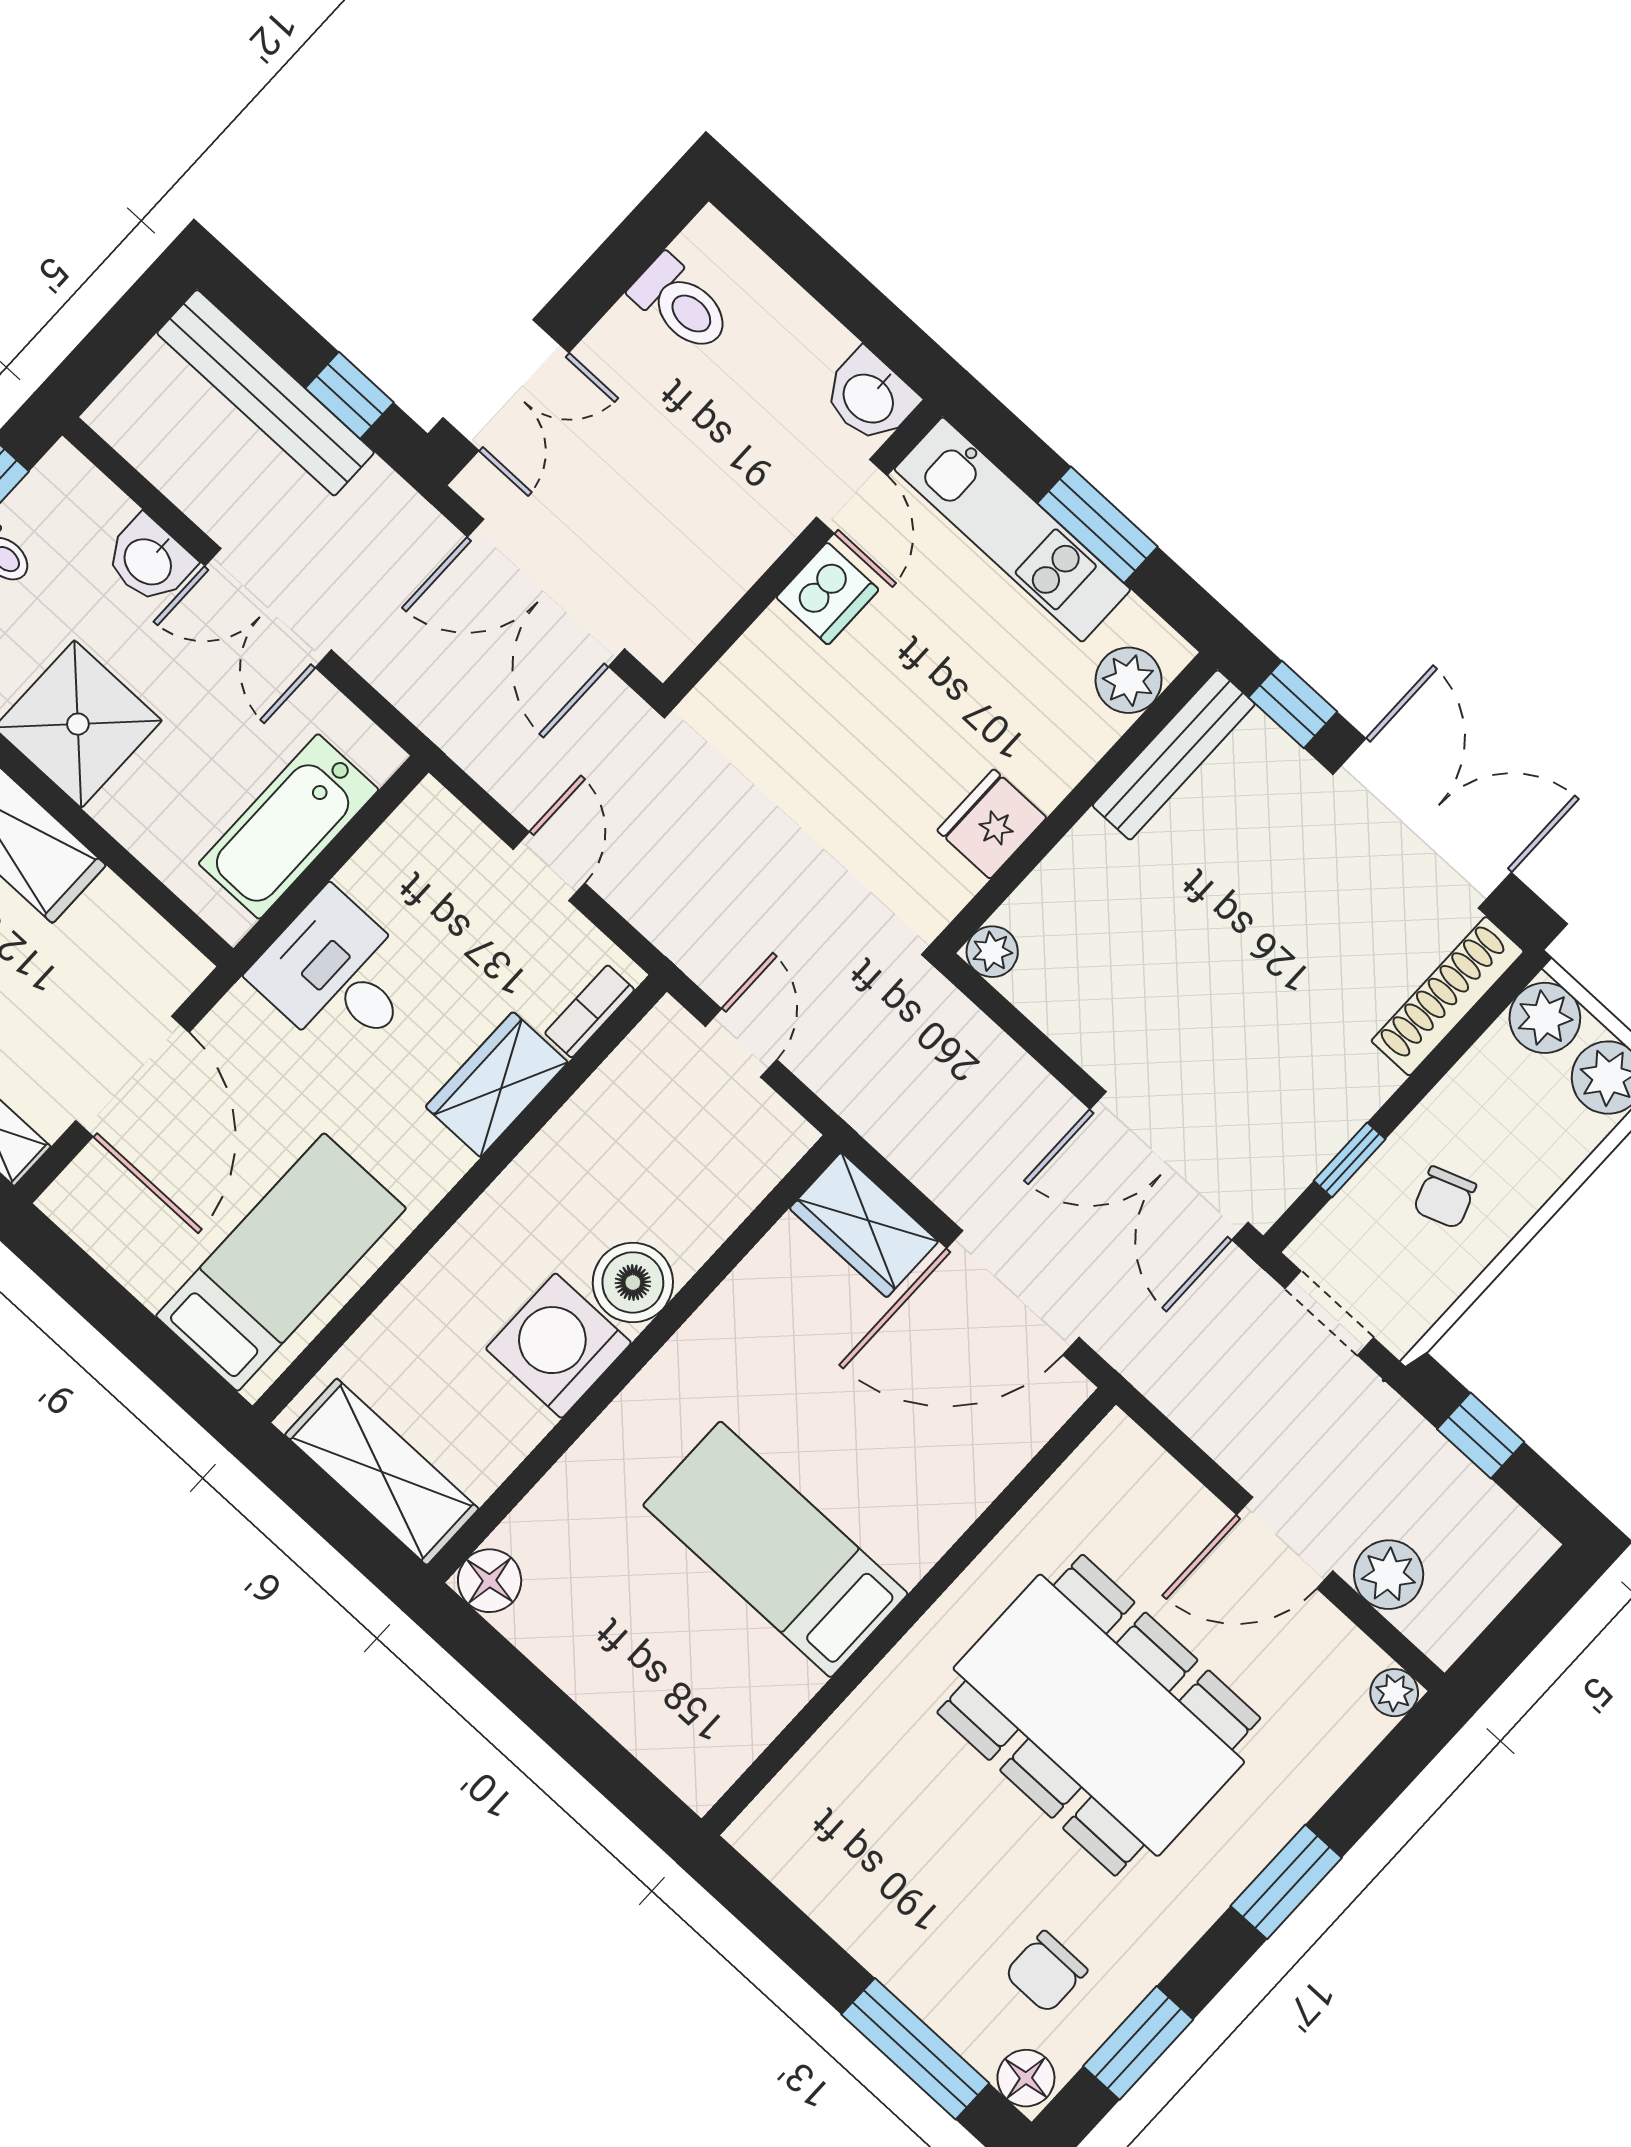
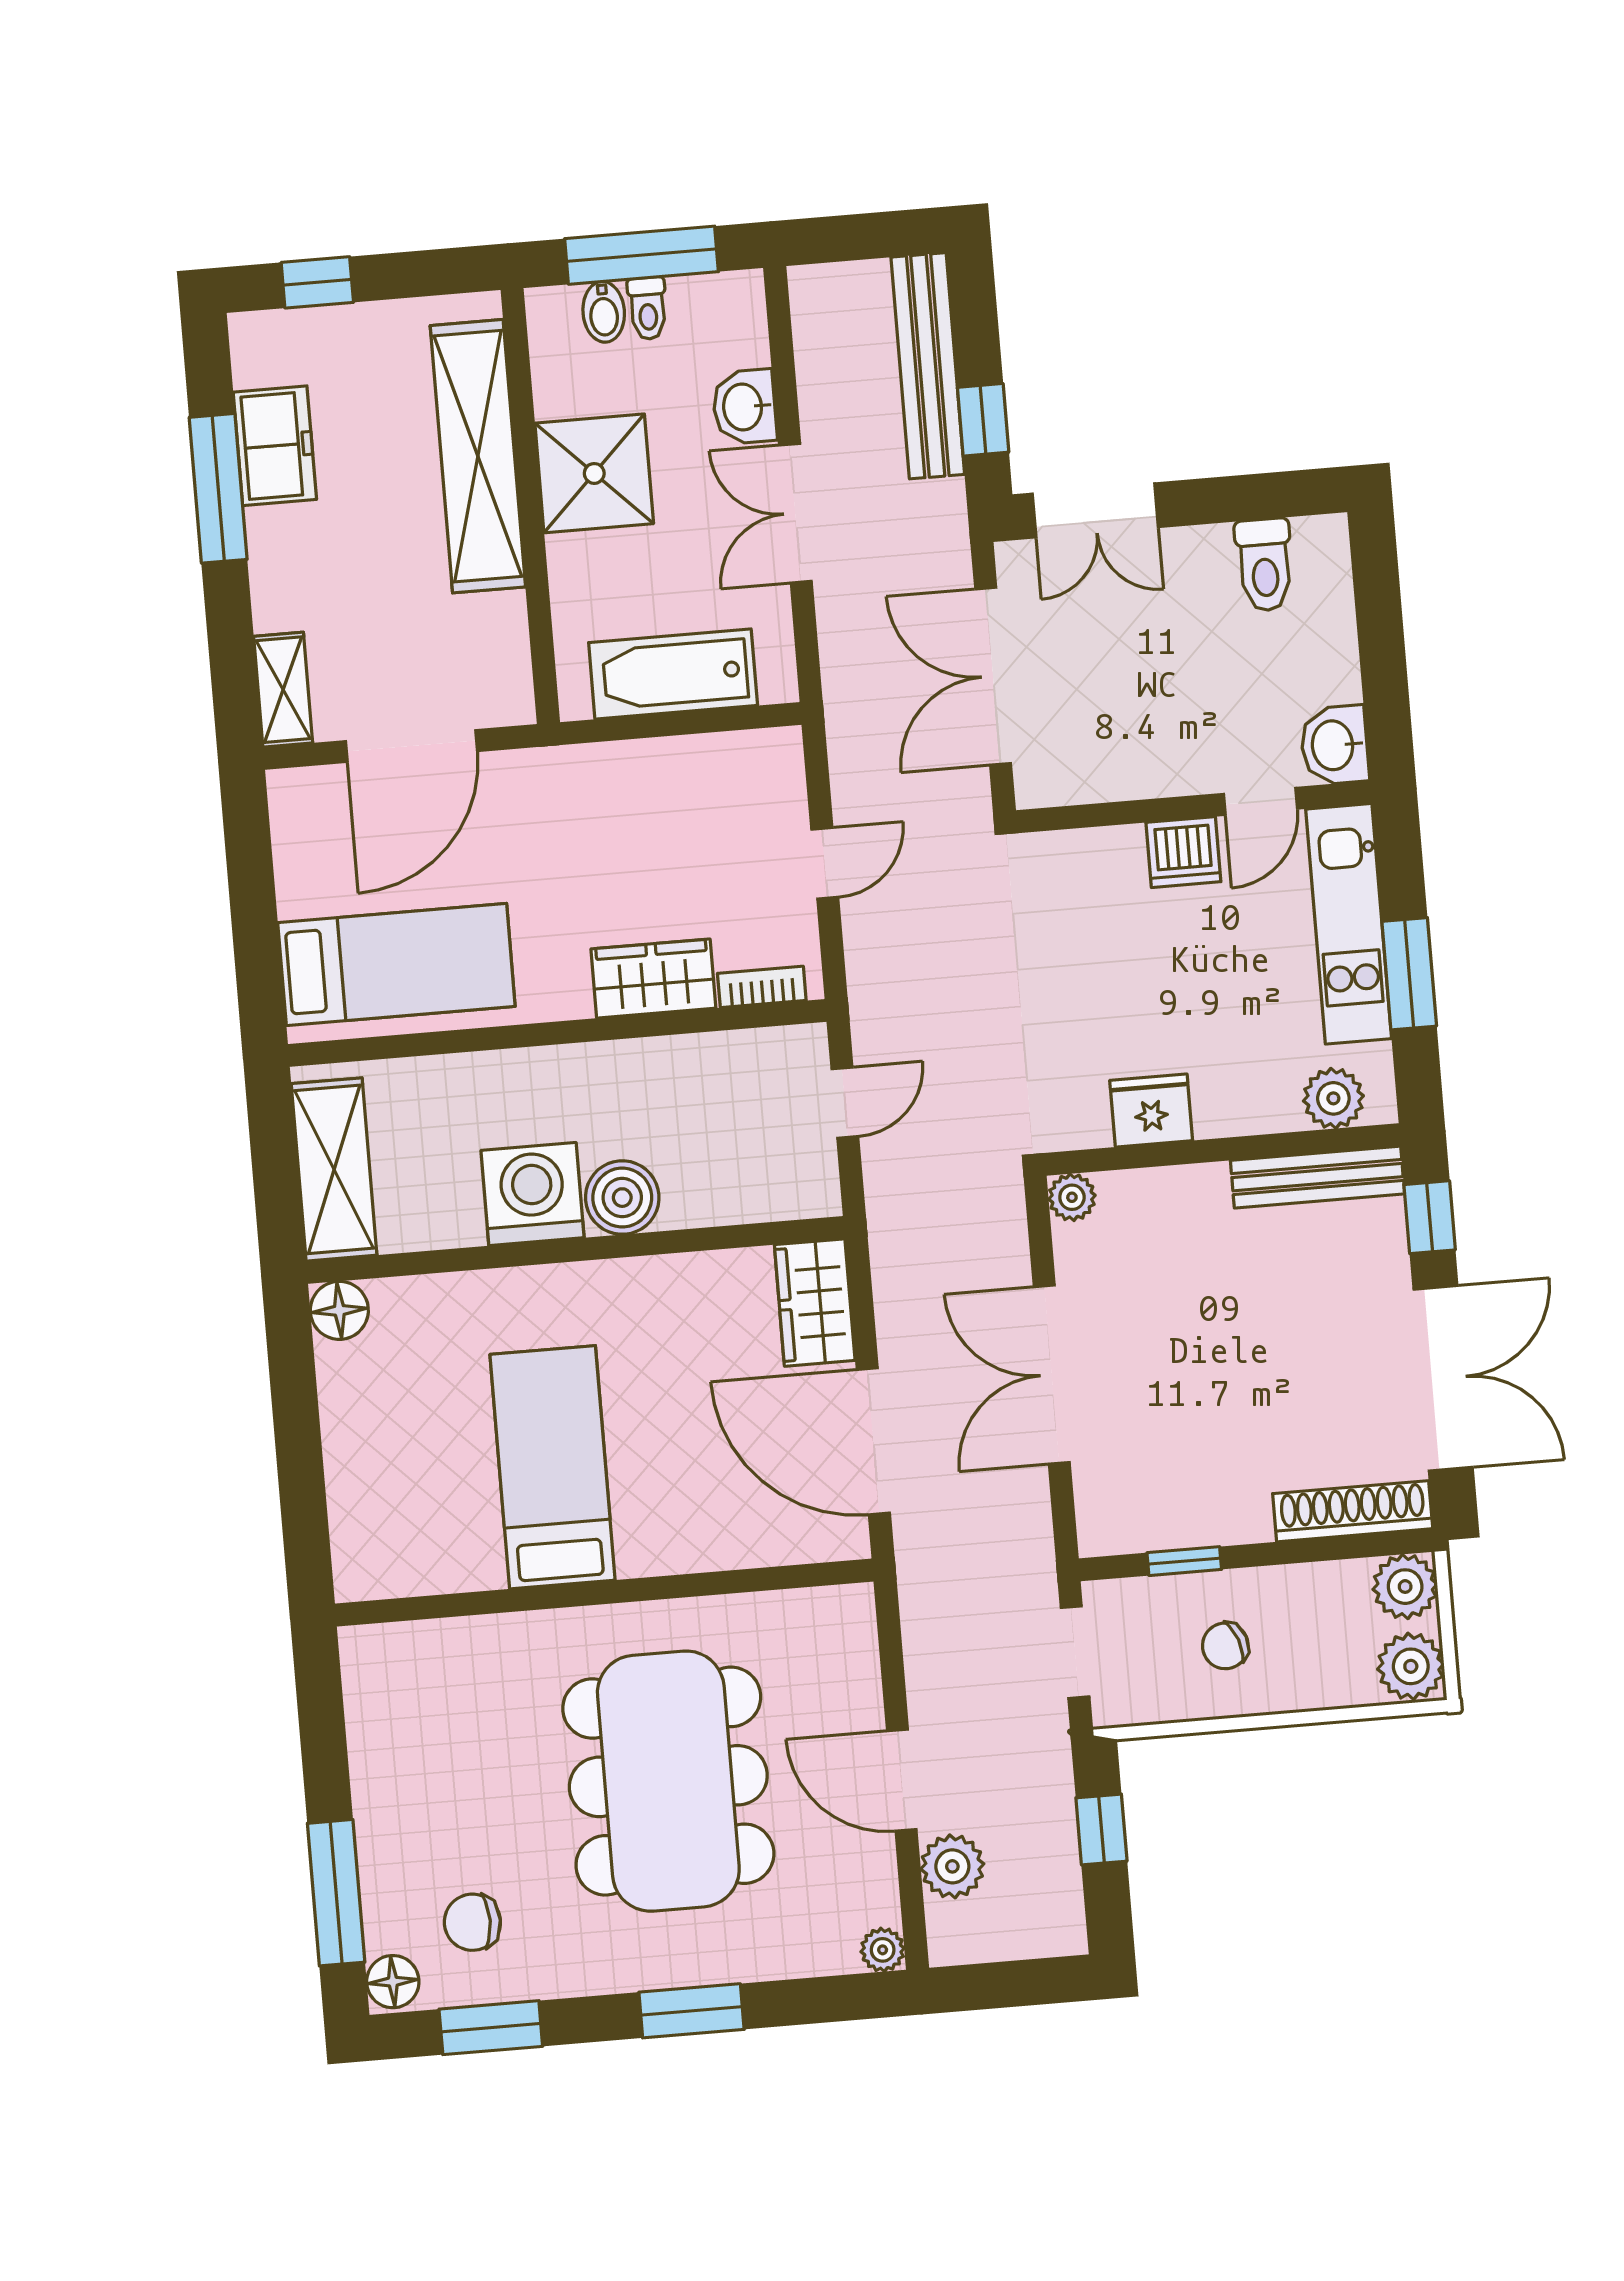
desk: (337, 976) -> (613, 805), removed
double door: (1169, 1166) -> (1052, 1375), moved

